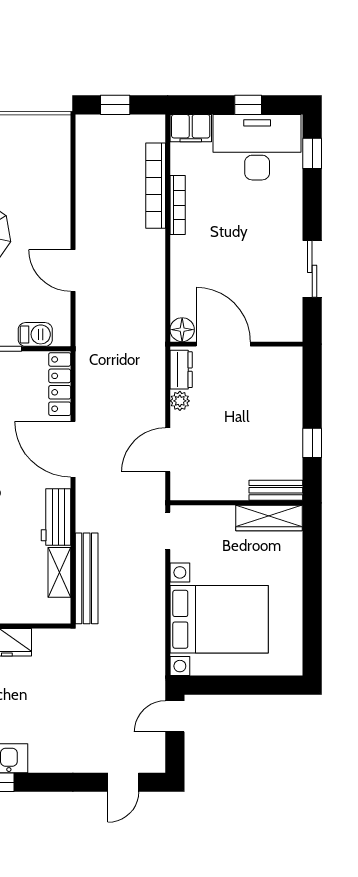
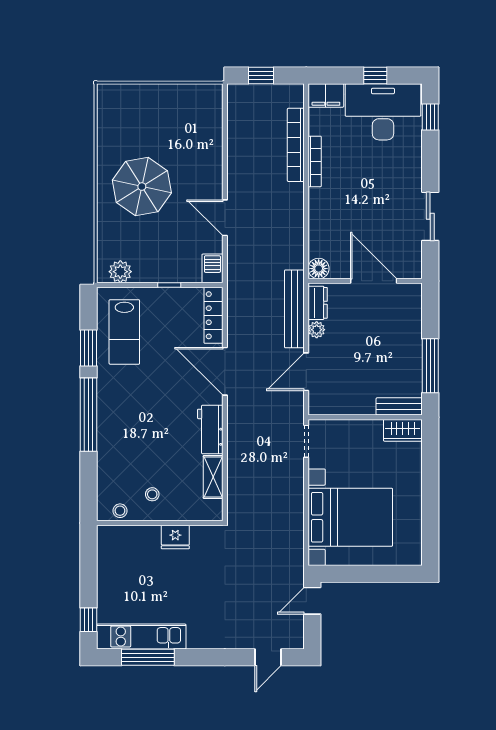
barbecue: (35, 334) -> (212, 268), moved, turned -90
door: (223, 344) -> (374, 281), moved
window: (312, 443) -> (430, 366), width x2.17
wardrobe: (269, 518) -> (403, 430), width x0.67
bench: (87, 578) -> (294, 309), moved

